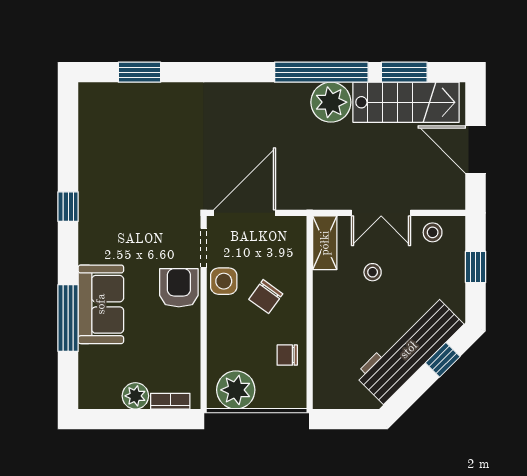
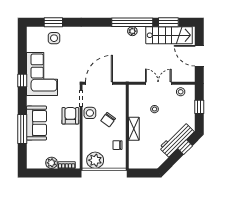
plant: (331, 102) -> (132, 31), width x0.53, depth x0.53
side table: (141, 109) -> (54, 38), added
corner sofa: (113, 191) -> (42, 74), added
double door: (381, 213) -> (158, 83), swing flipped
shelving: (325, 243) -> (134, 129), moved
workbench: (409, 350) -> (177, 140), width x0.73, depth x0.76

